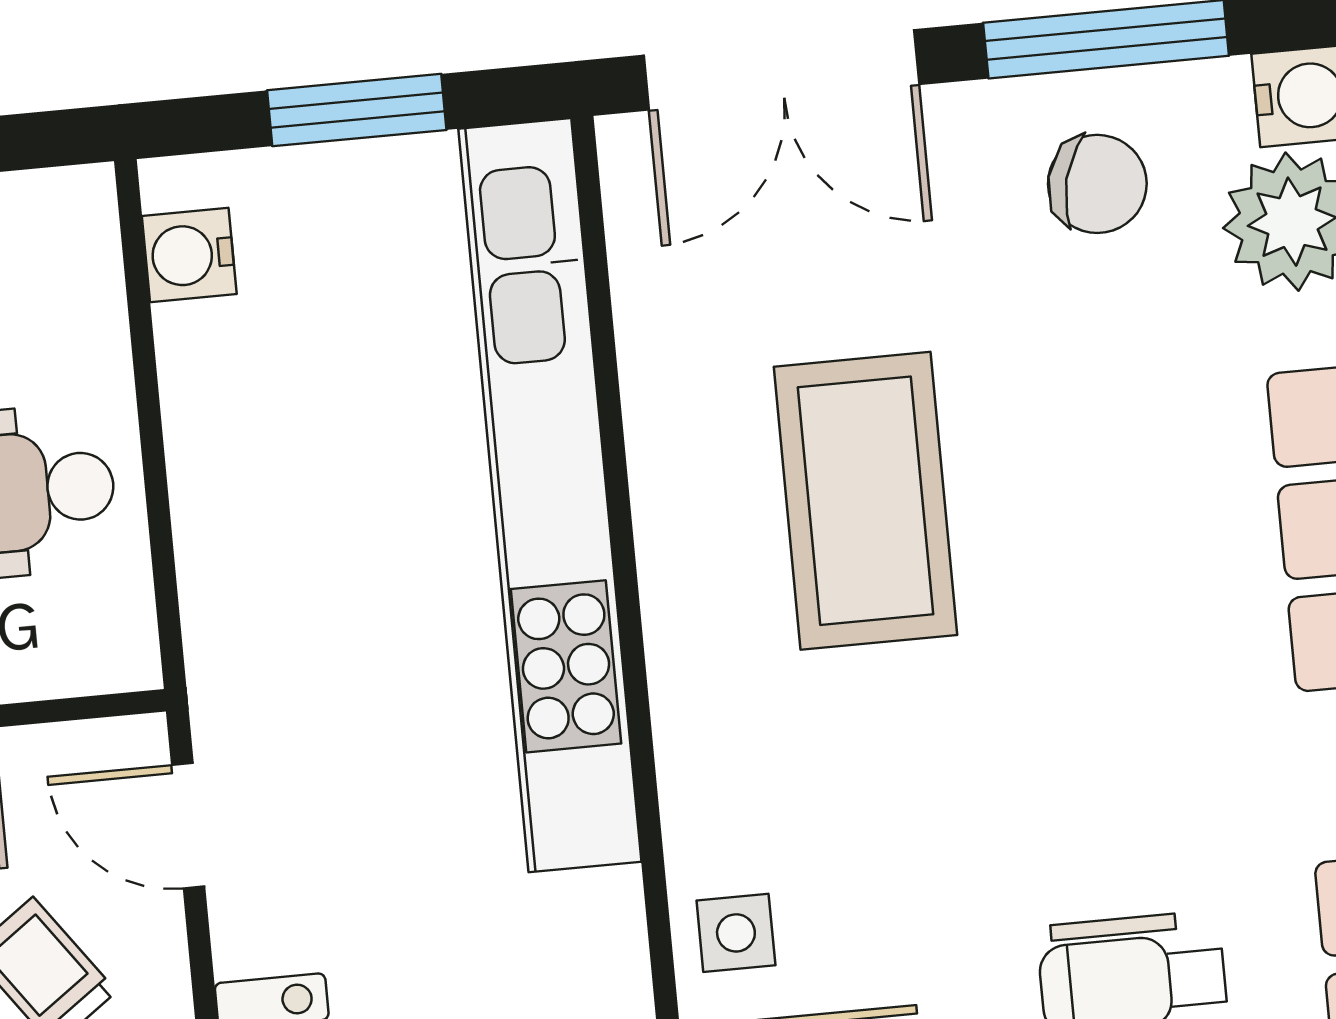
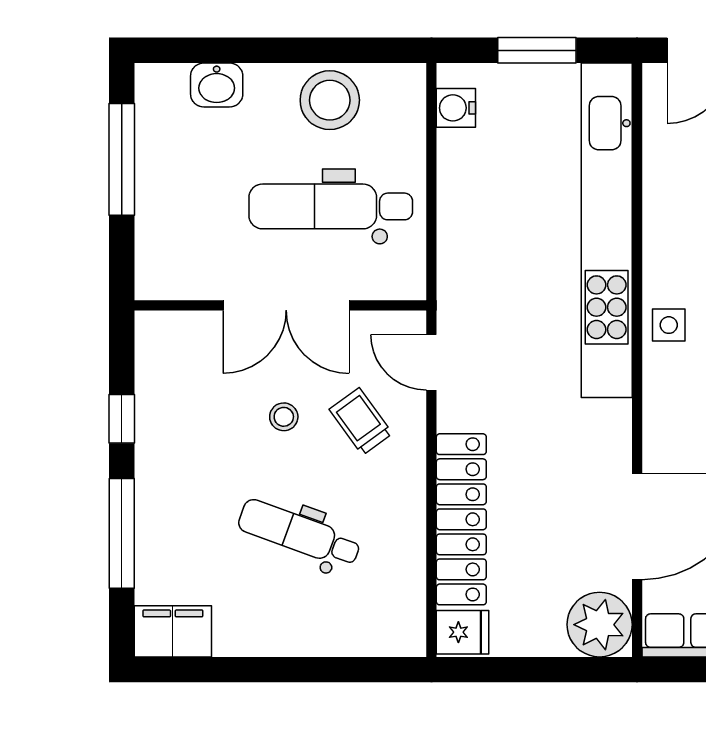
side table: (736, 933) -> (669, 325), moved

